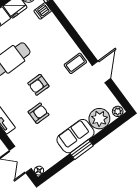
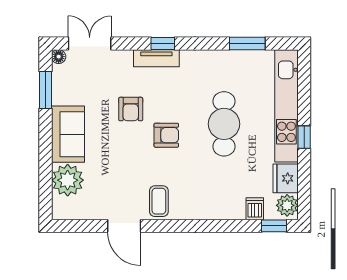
armchair: (38, 85) -> (166, 135), turned 90
plant: (118, 111) -> (60, 210), removed
window: (82, 149) -> (46, 90), moved

